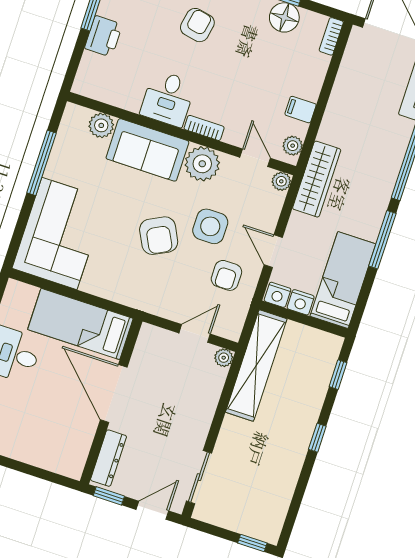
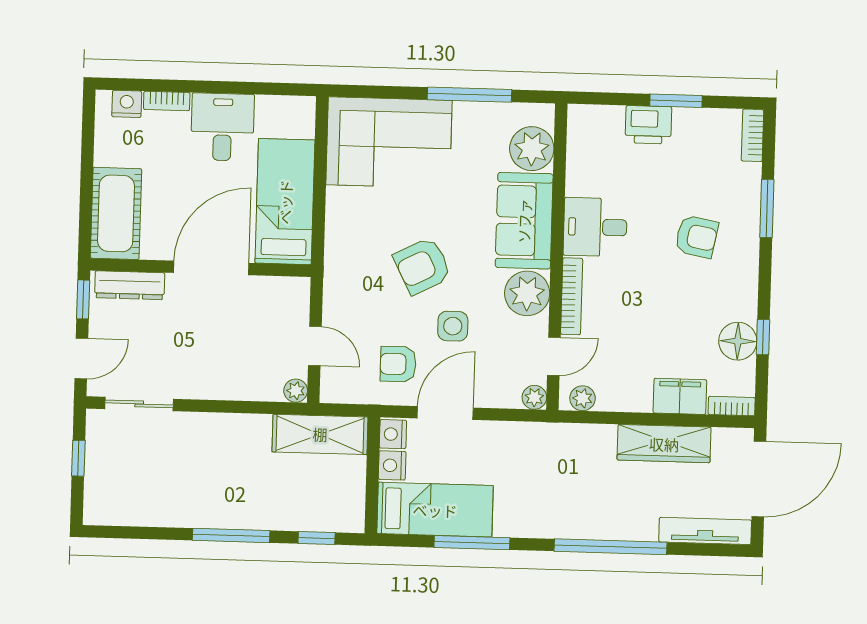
filing cabinet: (301, 110) -> (680, 396), moved, width x2.00
plant: (101, 125) -> (532, 149), width x1.36, depth x1.36
bookcase: (204, 128) -> (572, 296), width x1.56
wardrobe: (317, 179) -> (664, 444), moved
side table: (210, 226) -> (453, 326), width x0.73, depth x0.73
window: (382, 240) -> (472, 543), moved
door: (273, 251) -> (445, 413), width x1.38
shelving: (256, 366) -> (320, 434), width x0.68
window: (317, 438) -> (231, 535), width x2.17
cot: (52, 452) -> (116, 213), added
door: (152, 510) -> (81, 358), hinge flipped
window: (252, 543) -> (78, 458), moved

